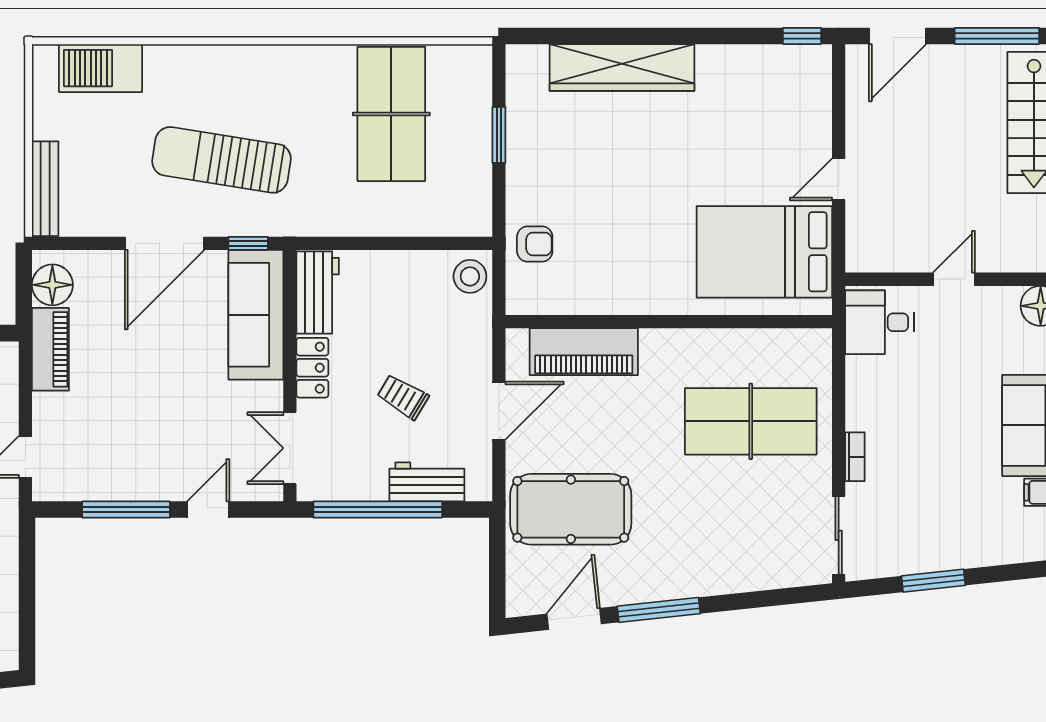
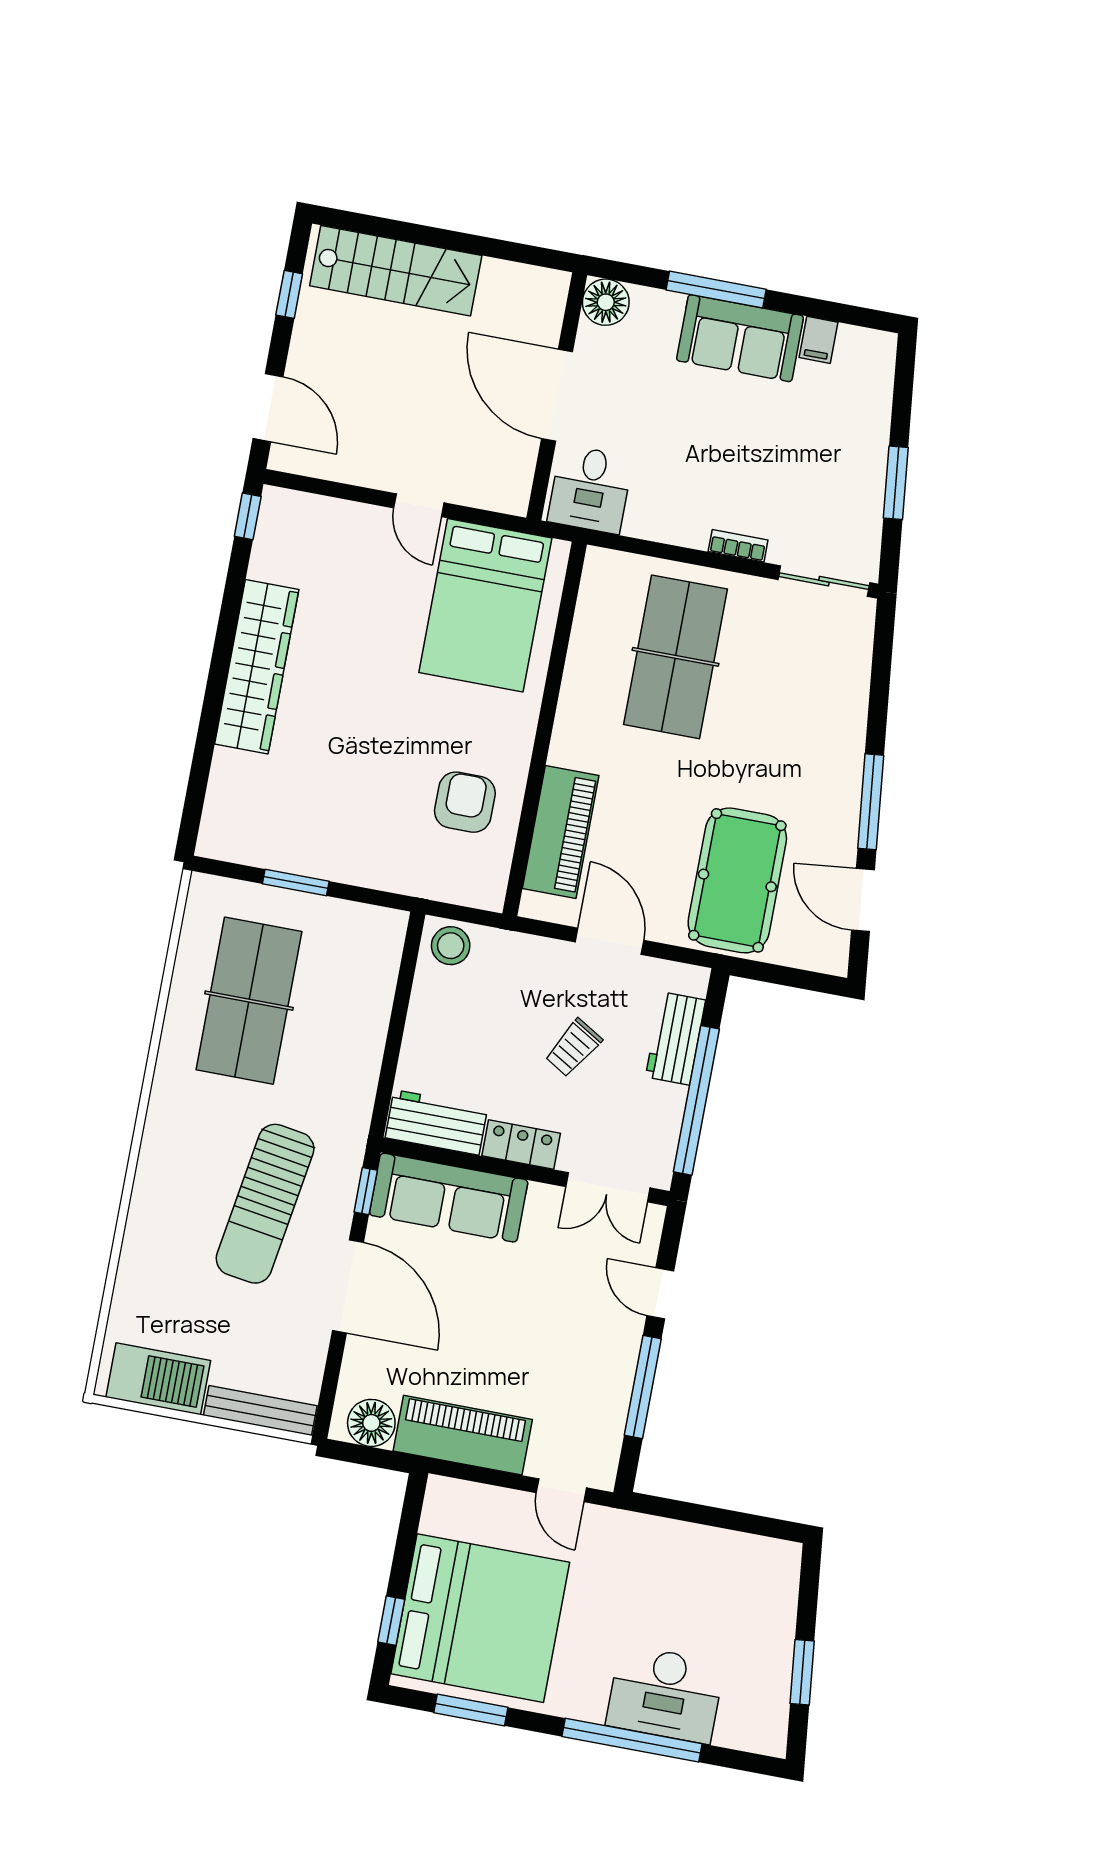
window: (997, 36) -> (289, 294), width x0.46
barbecue: (100, 68) -> (158, 1379), moved, turned -90
wardrobe: (622, 68) -> (257, 667), moved
table tennis table: (391, 114) -> (249, 1001), turned 90
armchair: (535, 244) -> (465, 802), moved, width x1.38, depth x1.38
door: (954, 279) -> (557, 395), width x1.88
piano: (50, 349) -> (463, 1435), width x1.37, depth x1.33

